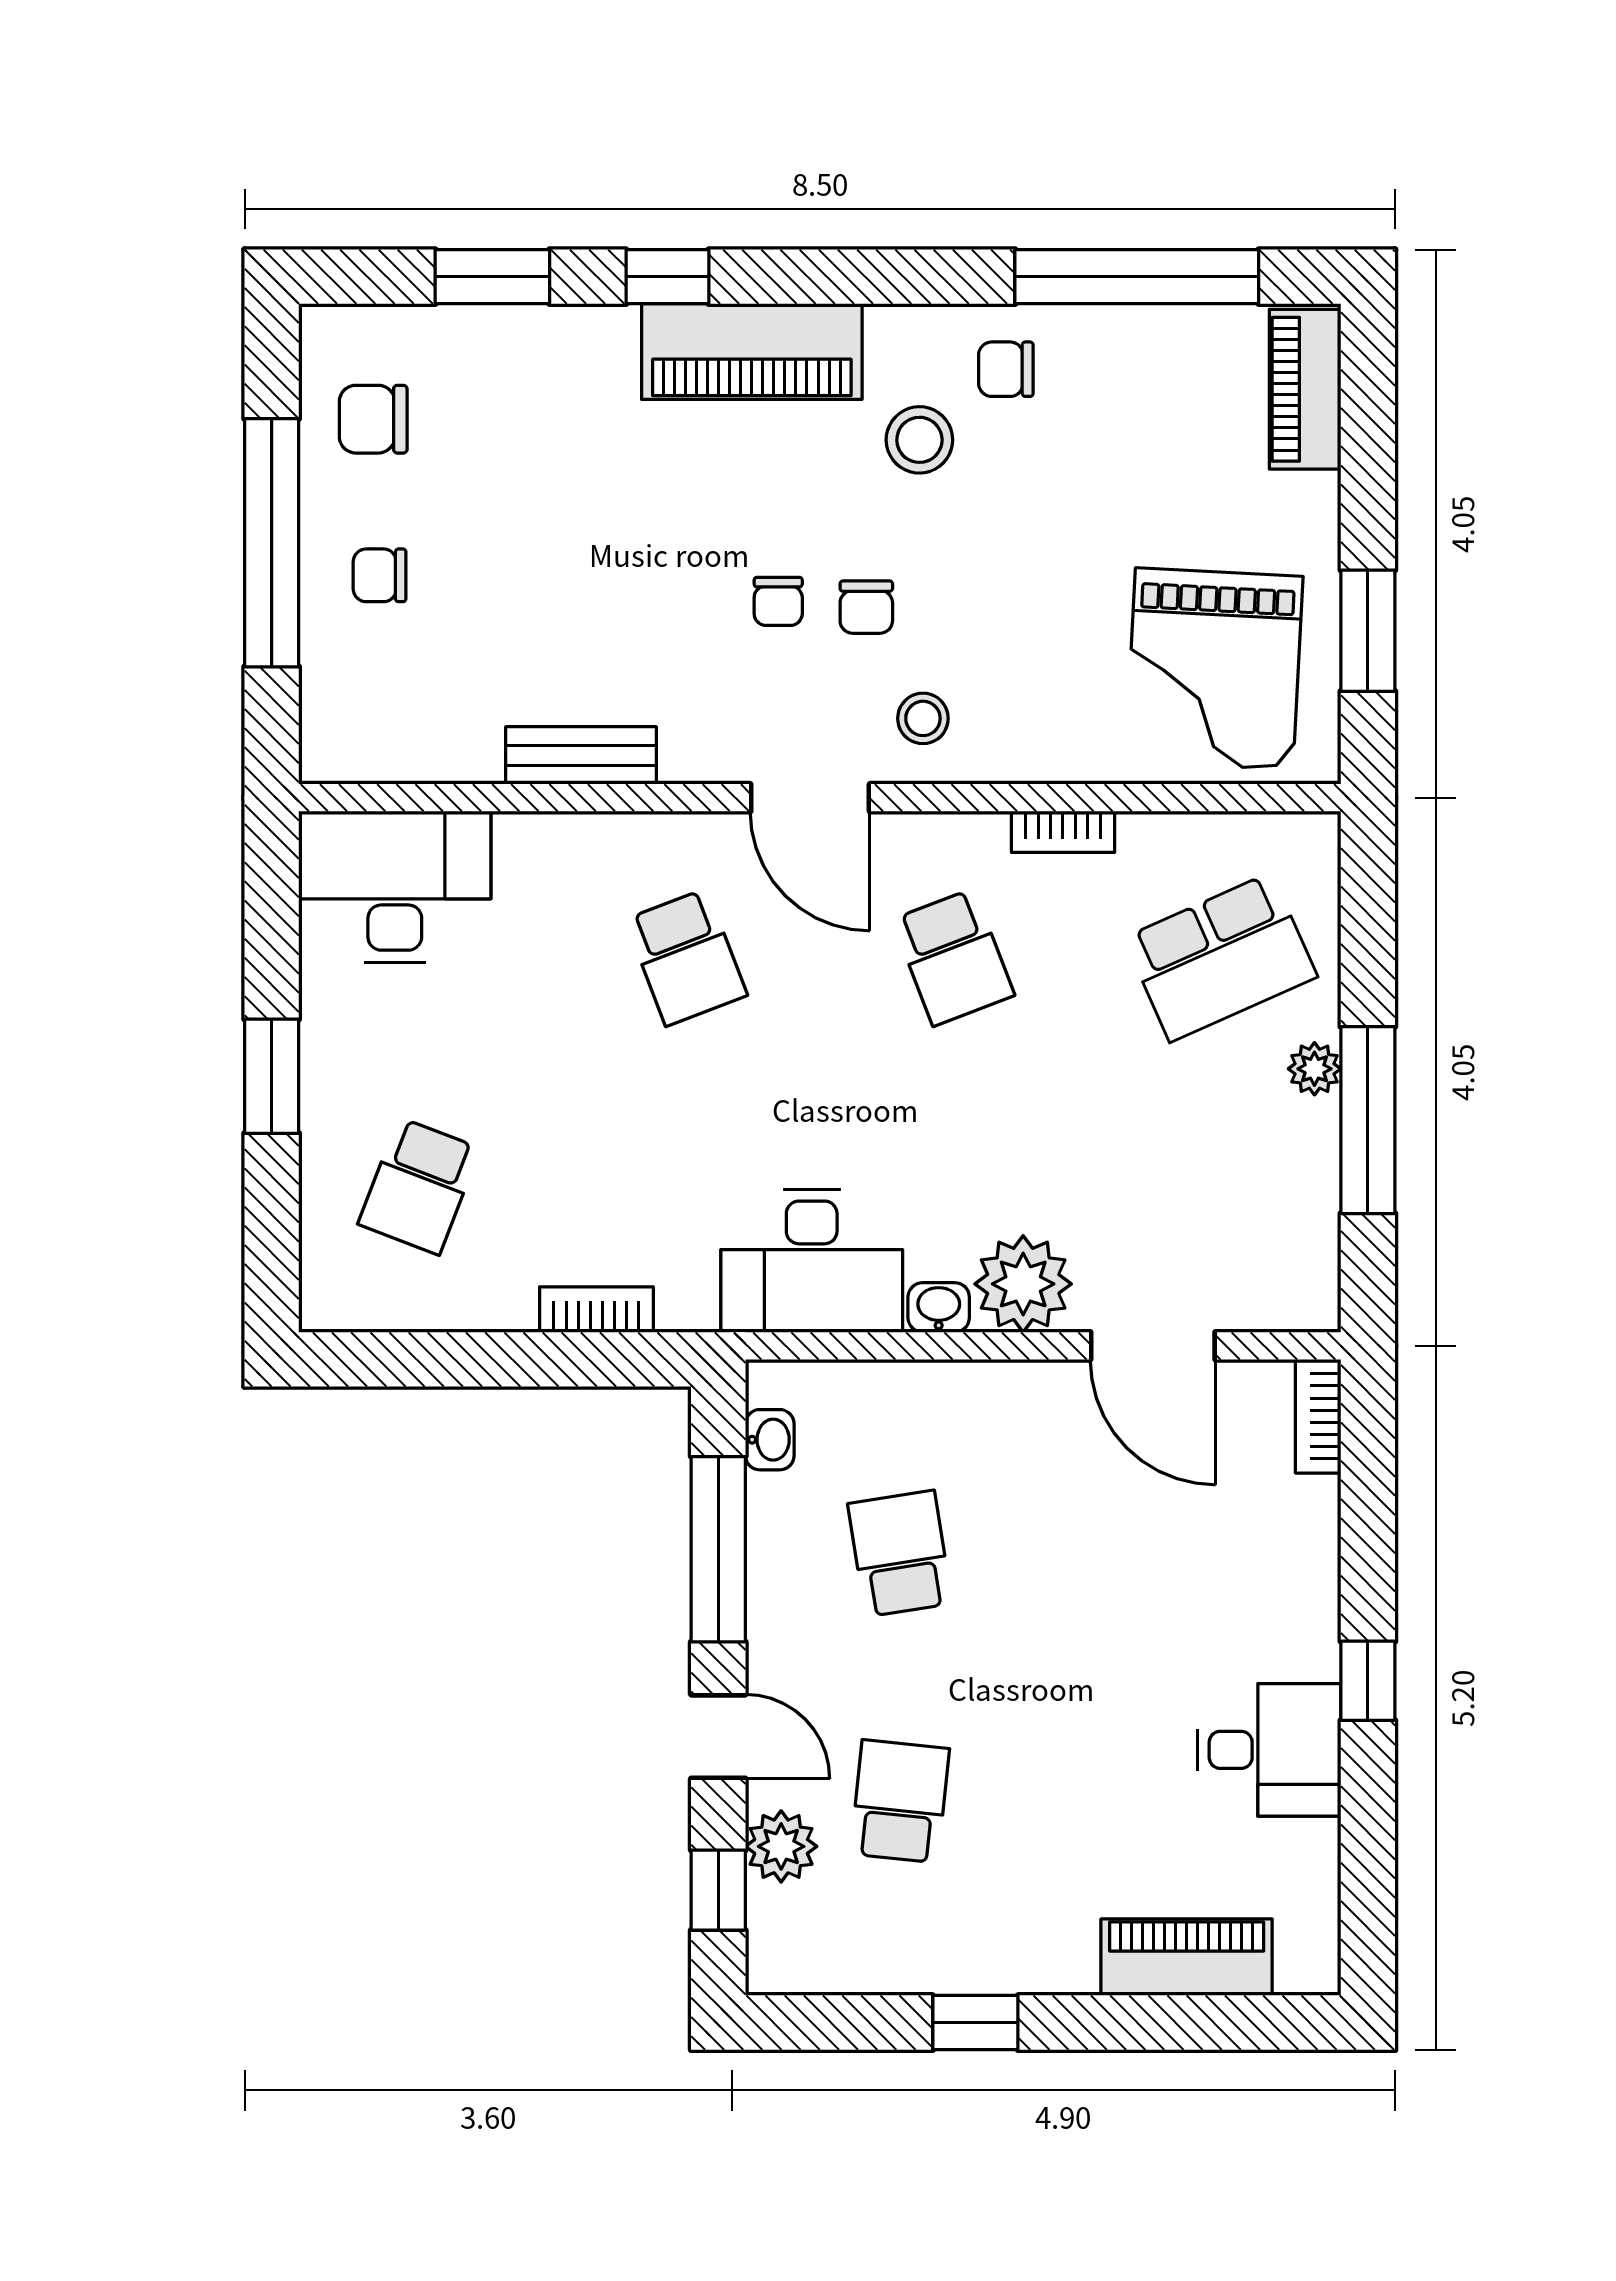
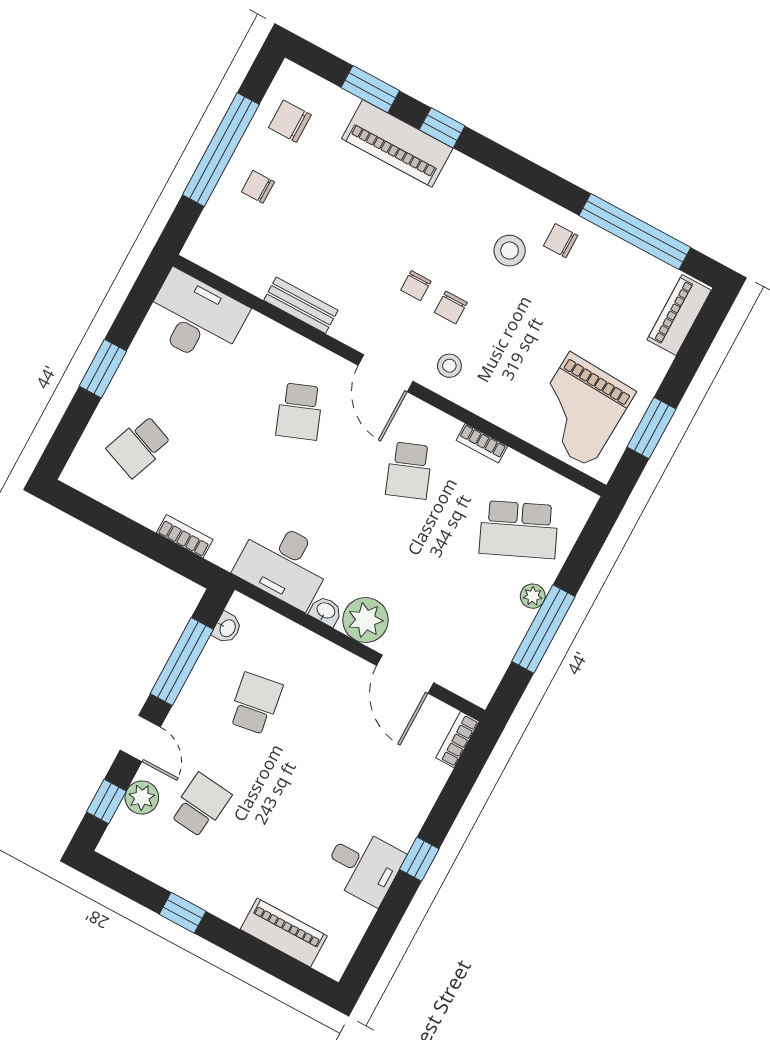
piano: (752, 352) -> (397, 143), moved

